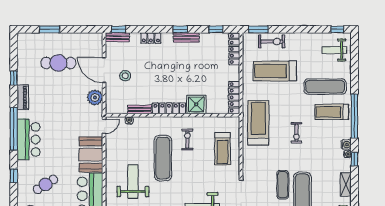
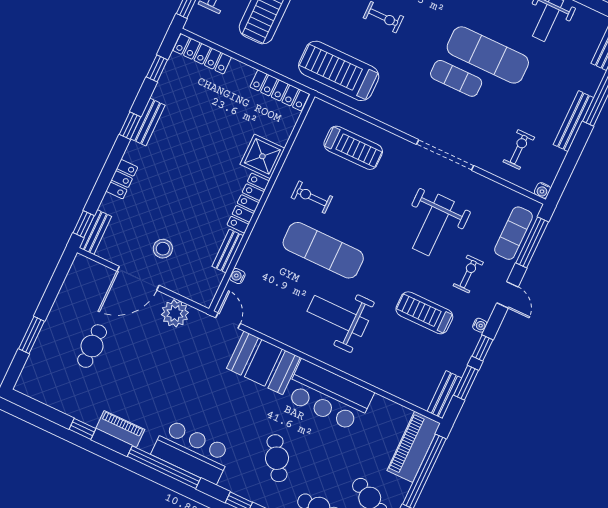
cafe table: (58, 63) -> (92, 346), width x0.73, depth x0.74

